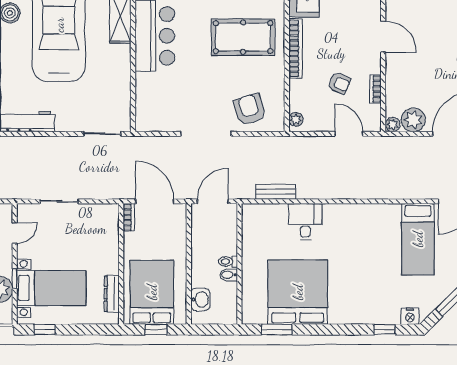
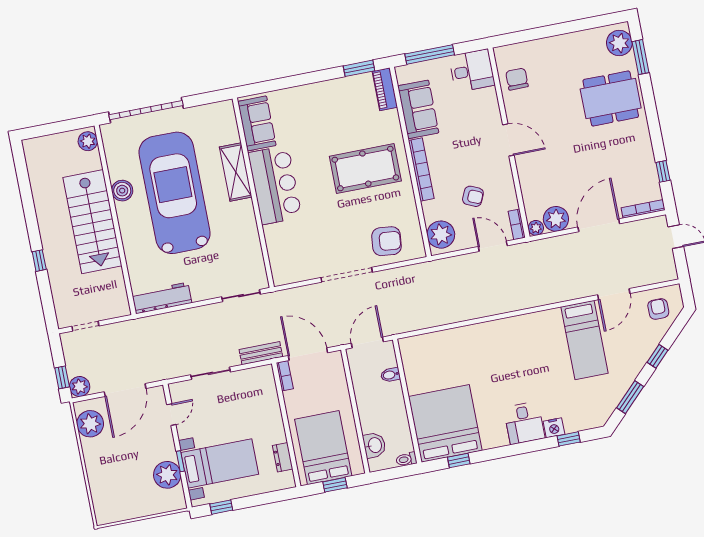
bookcase: (375, 89) -> (517, 224), moved
armchair: (250, 109) -> (387, 241), turned 113
plant: (296, 119) -> (441, 235), width x1.88, depth x1.88
bench: (276, 192) -> (261, 353), moved
desk: (305, 222) -> (524, 423), moved, turned 180
toilet: (228, 262) -> (406, 459), moved
bidet: (229, 275) -> (390, 375), moved
bed: (298, 292) -> (445, 423), moved
dresser: (112, 294) -> (283, 457), width x0.70
nightstand: (410, 316) -> (554, 428), moved
window: (277, 329) -> (459, 460), width x0.67

